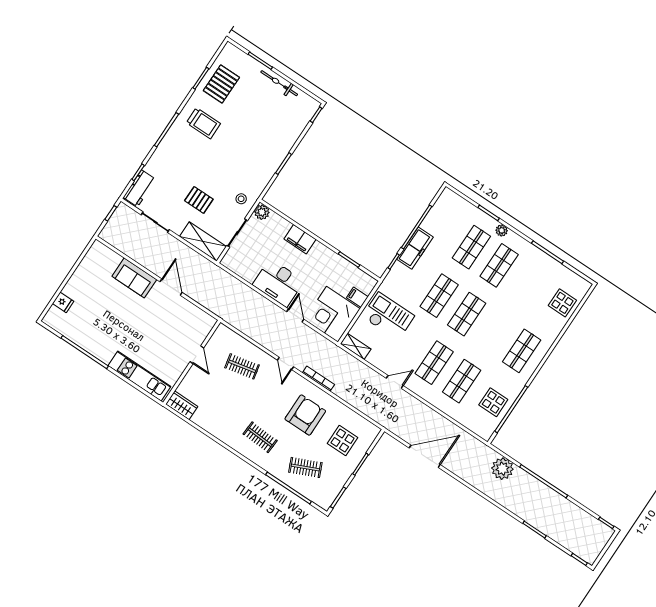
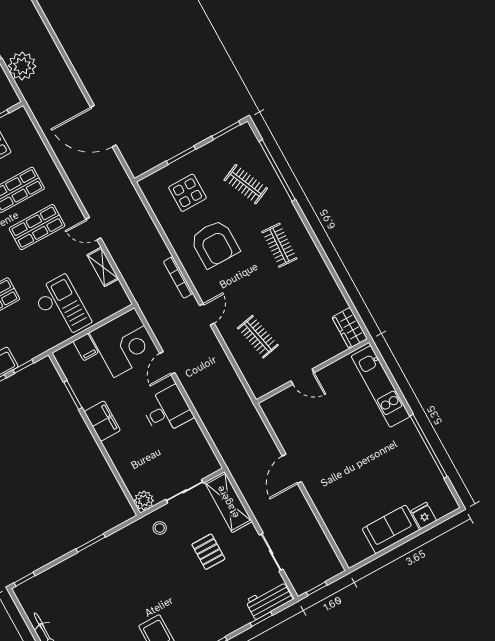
filing cabinet: (300, 239) -> (102, 421), moved
sofa: (134, 278) -> (391, 529), moved, turned -90
desk: (278, 283) -> (167, 410), width x0.73
checkout: (388, 316) -> (62, 307), turned 180
shelving: (356, 346) -> (103, 267), moved
door: (197, 355) -> (302, 377), swing flipped
armchair: (305, 415) -> (215, 244), turned -90

